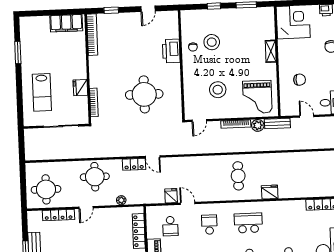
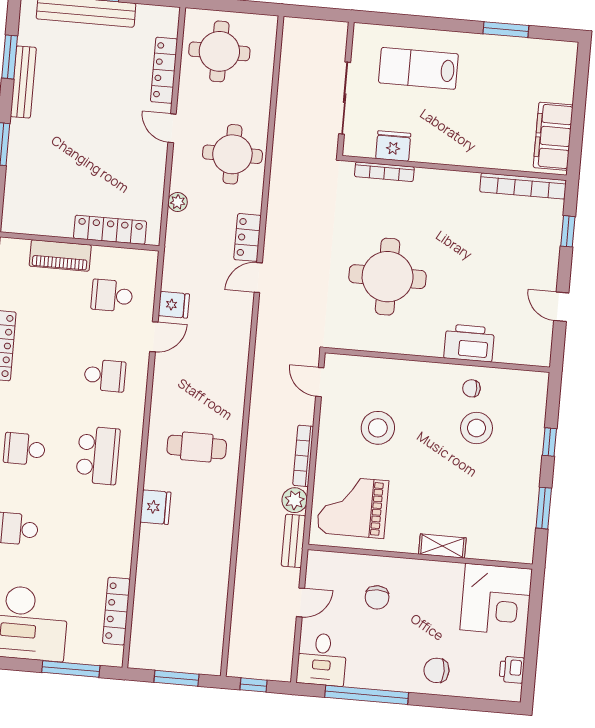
fridge: (80, 88) -> (393, 146), moved

